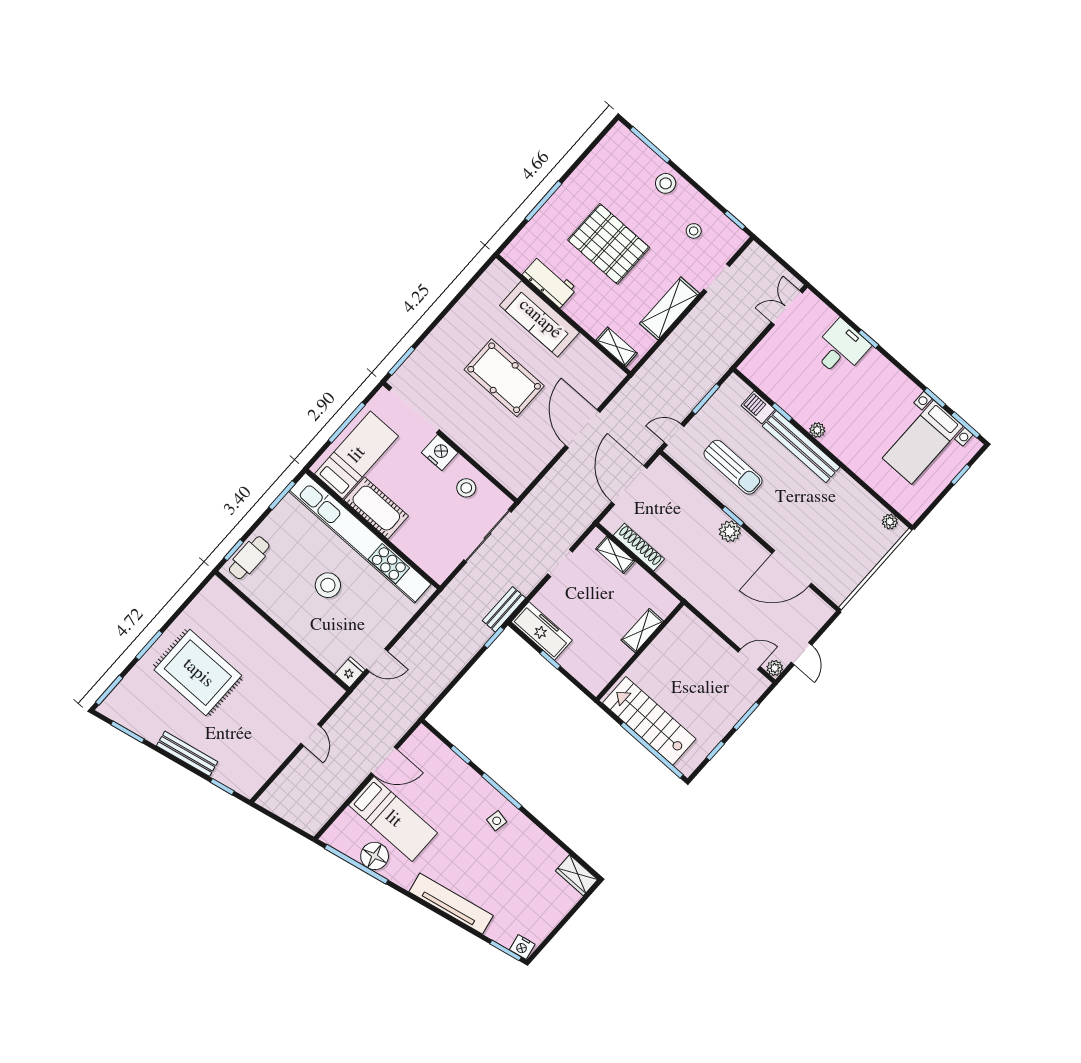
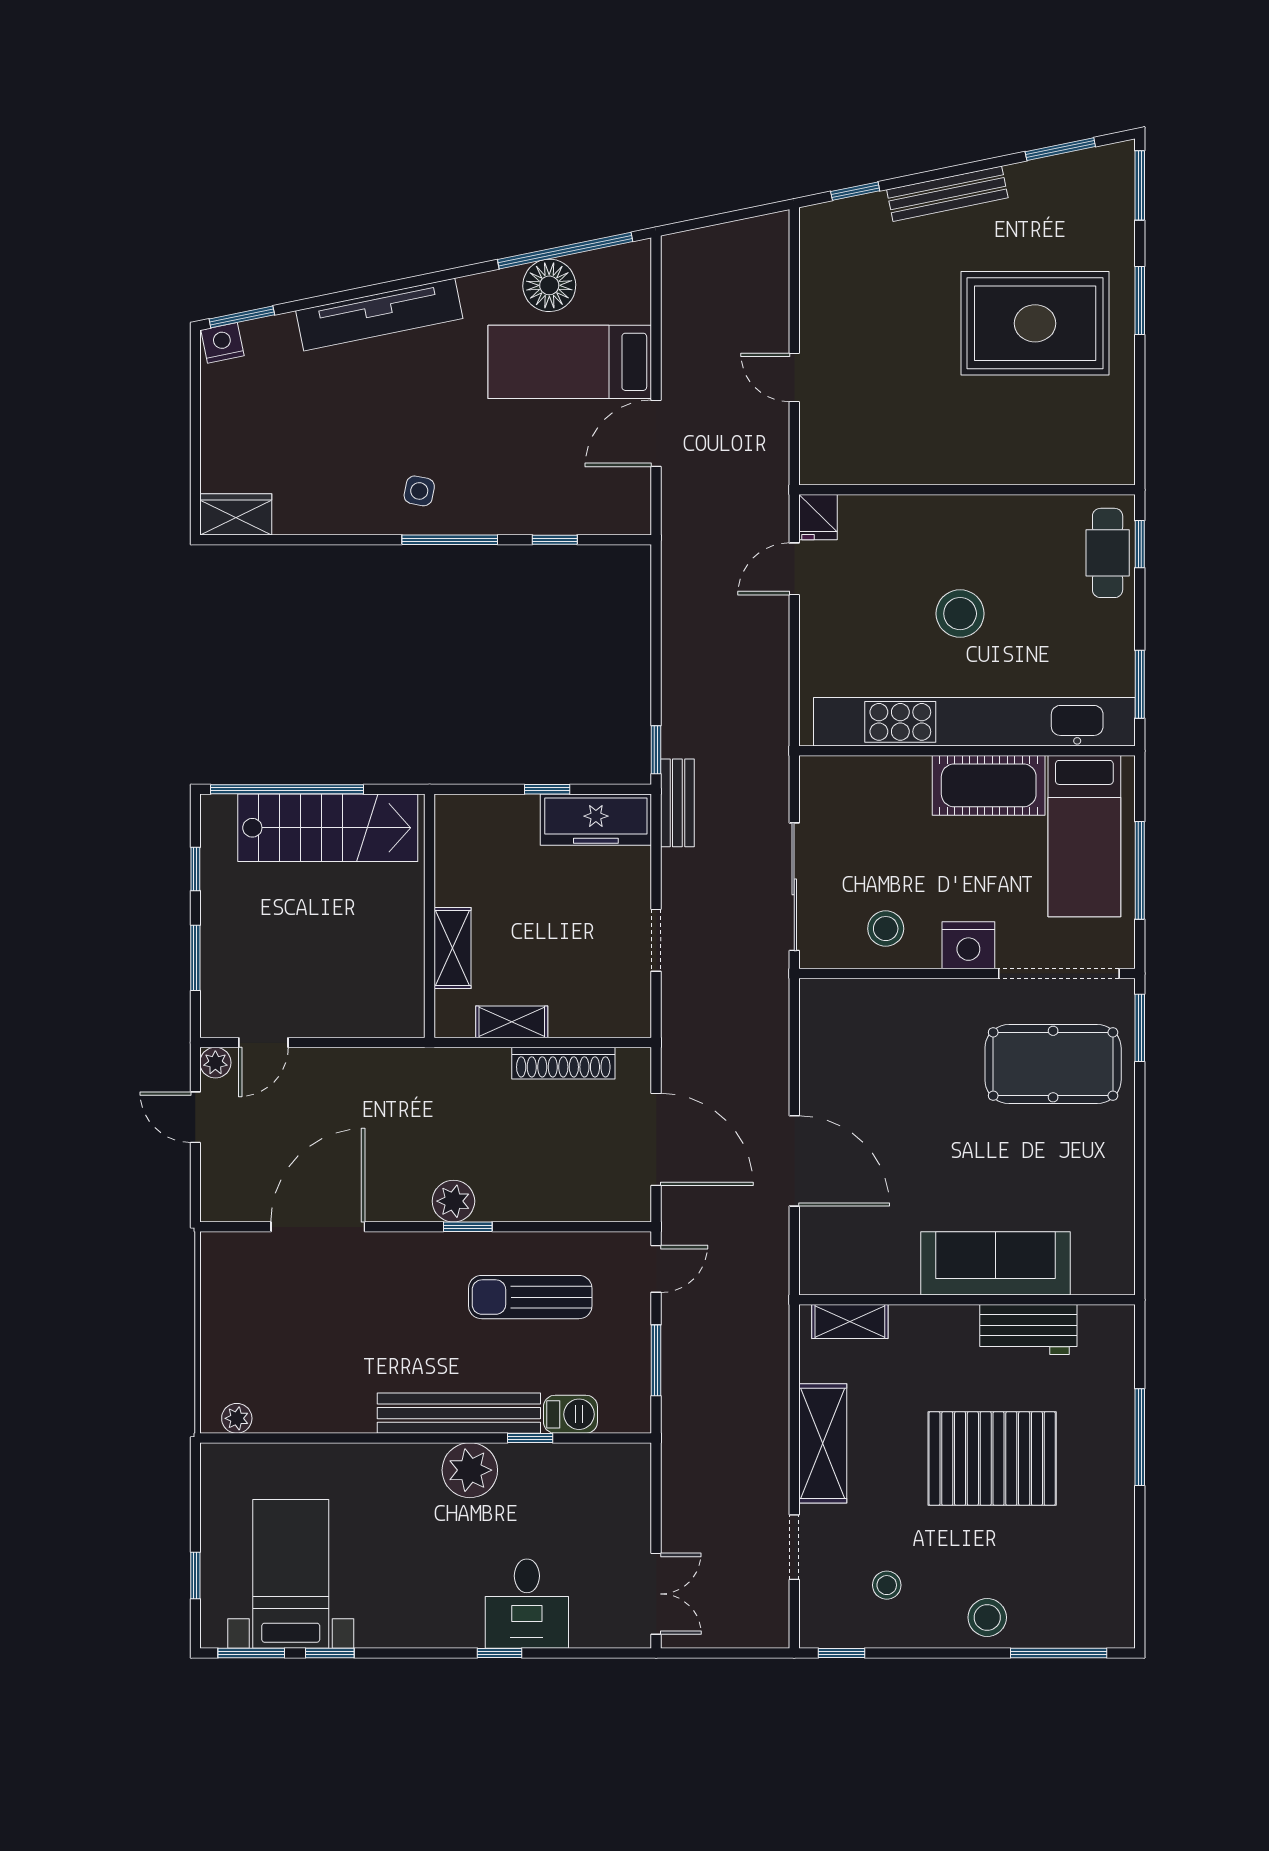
pool table: (504, 378) -> (1053, 1064), moved
plant: (817, 430) -> (470, 1470), width x1.88, depth x1.88
shelving: (615, 555) -> (512, 1022), moved

